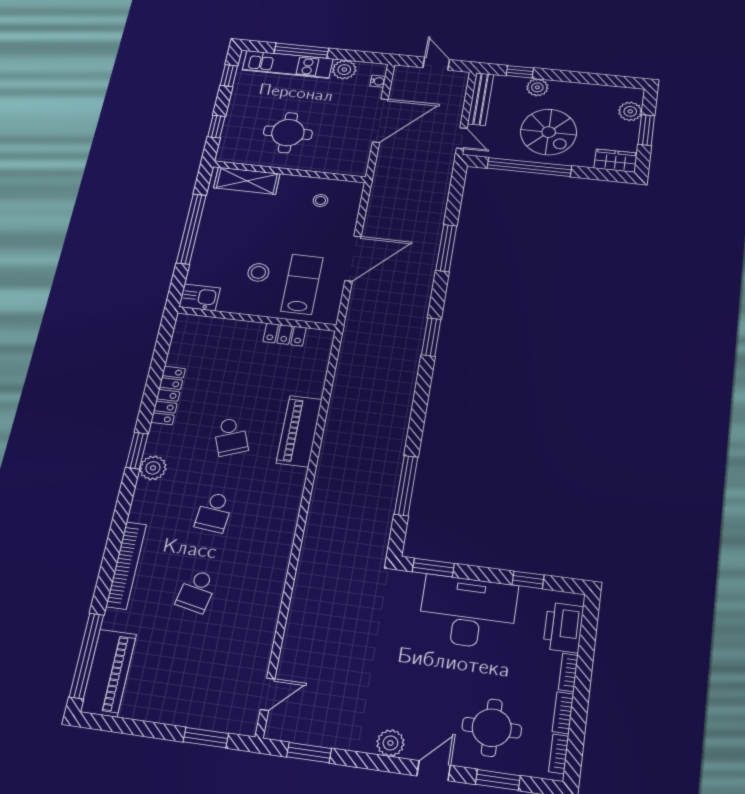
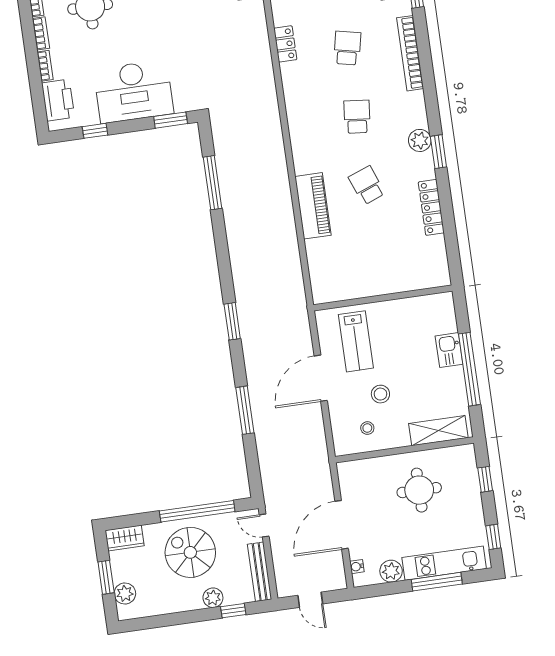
stool: (258, 272) -> (380, 394), moved
kitchen sink: (200, 297) -> (449, 350), moved, turned 90
locker: (285, 335) -> (285, 44), moved, turned 90

